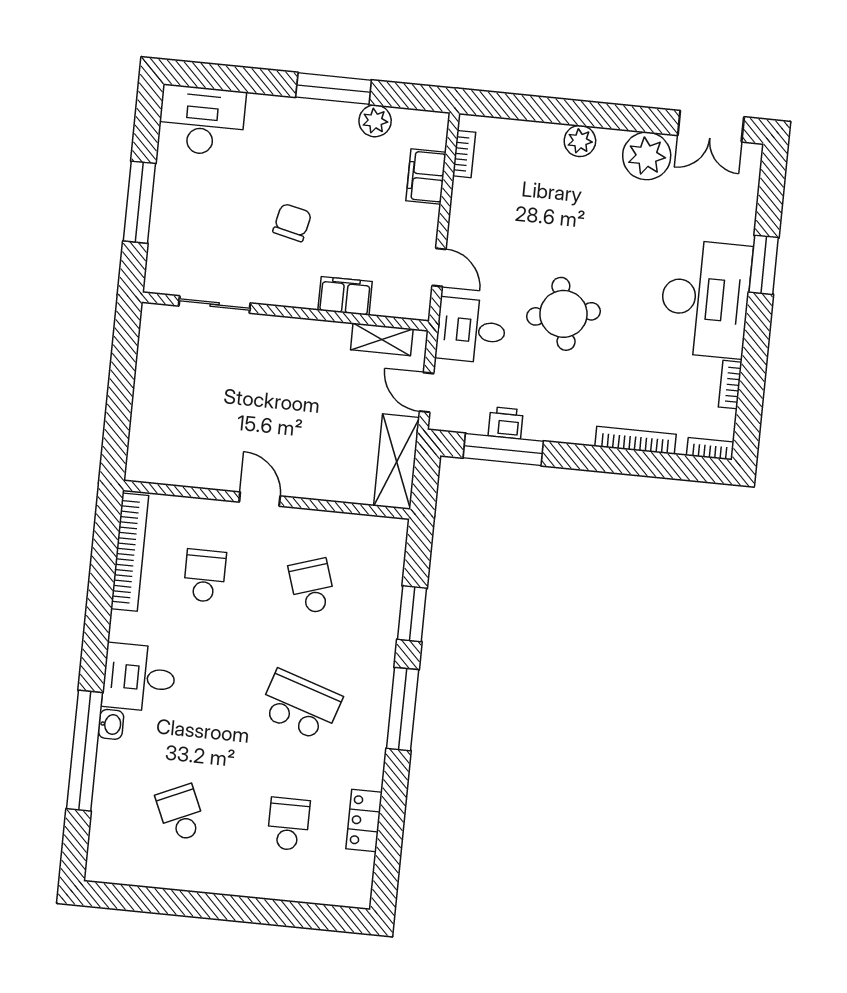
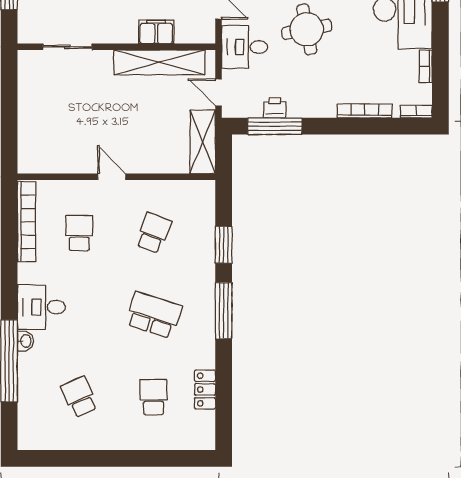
shelving: (382, 339) -> (159, 62), width x2.20, depth x1.33
school desk: (312, 587) -> (154, 233), turned 39

